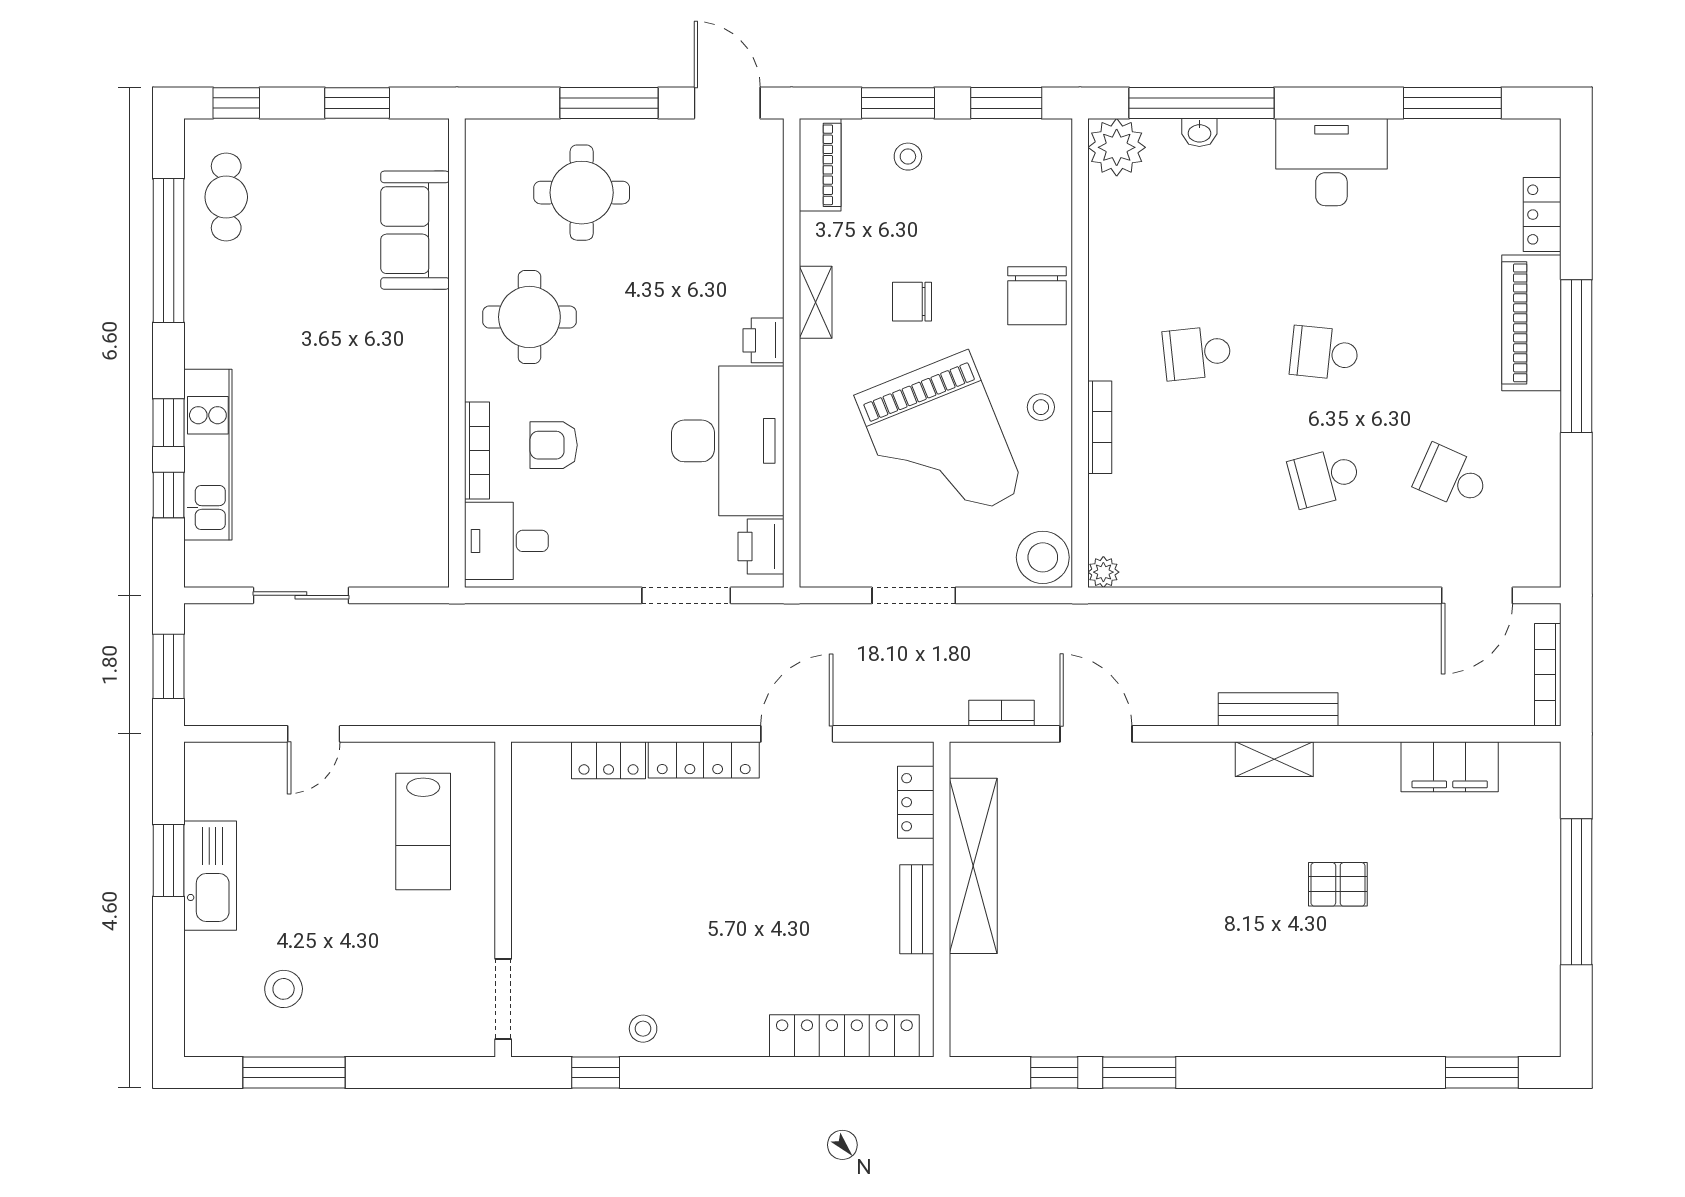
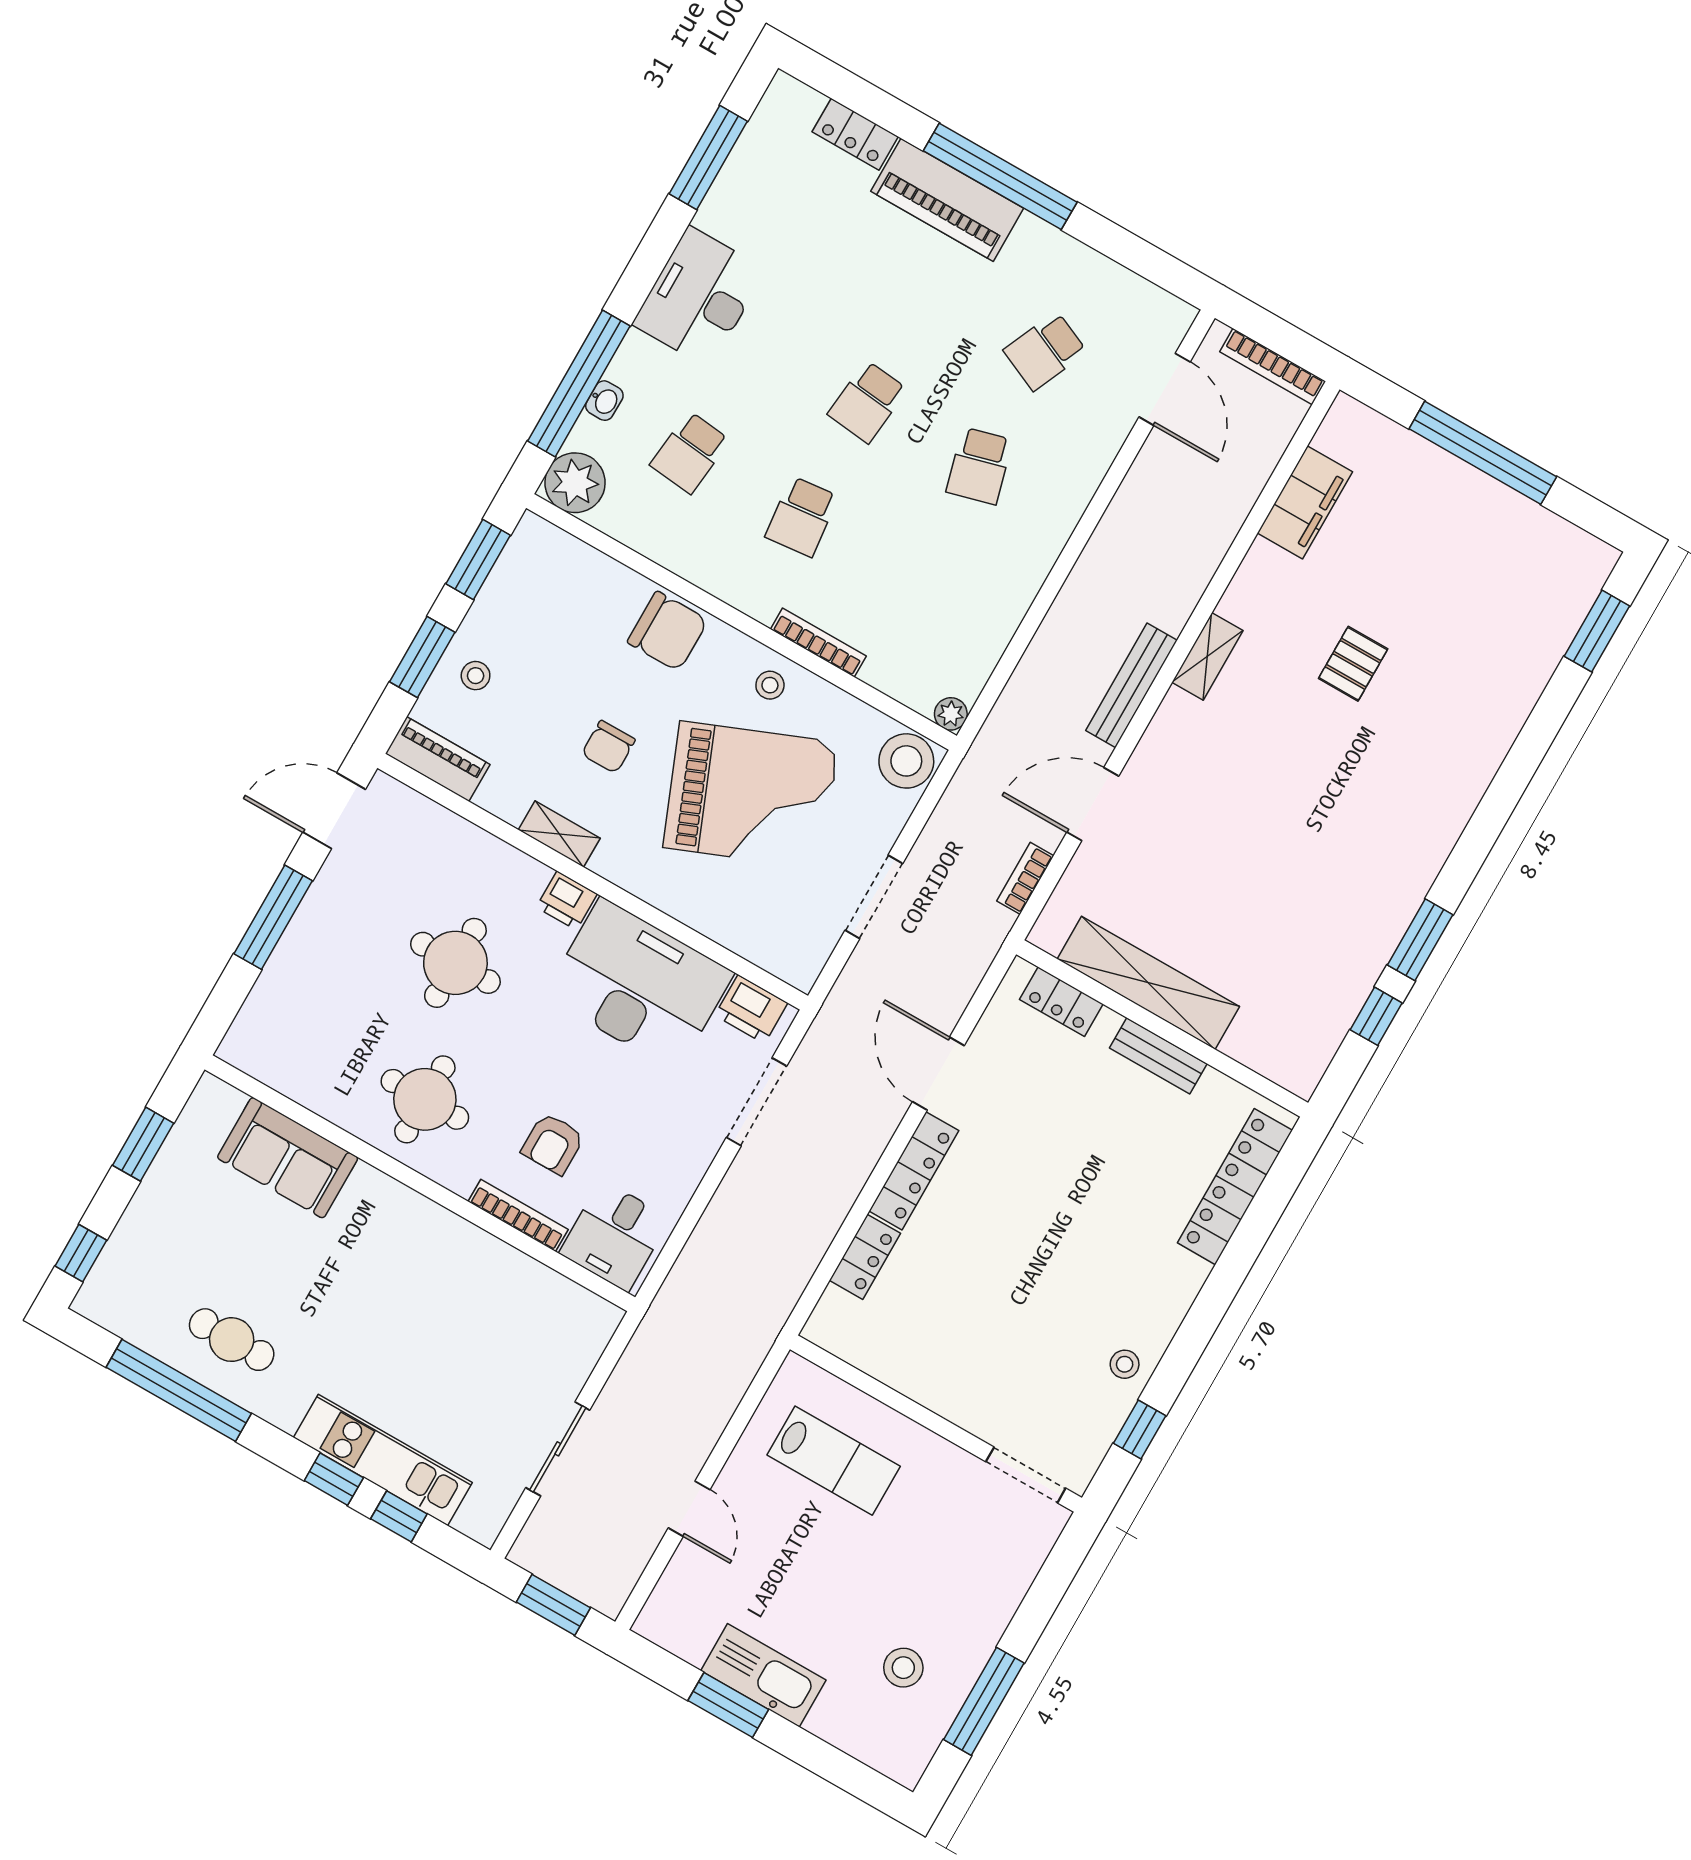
round table: (582, 193) -> (455, 963), moved
cafe table: (226, 197) -> (232, 1340), moved
school desk: (1197, 229) -> (690, 452), added
bench: (1278, 709) -> (1131, 685), moved

